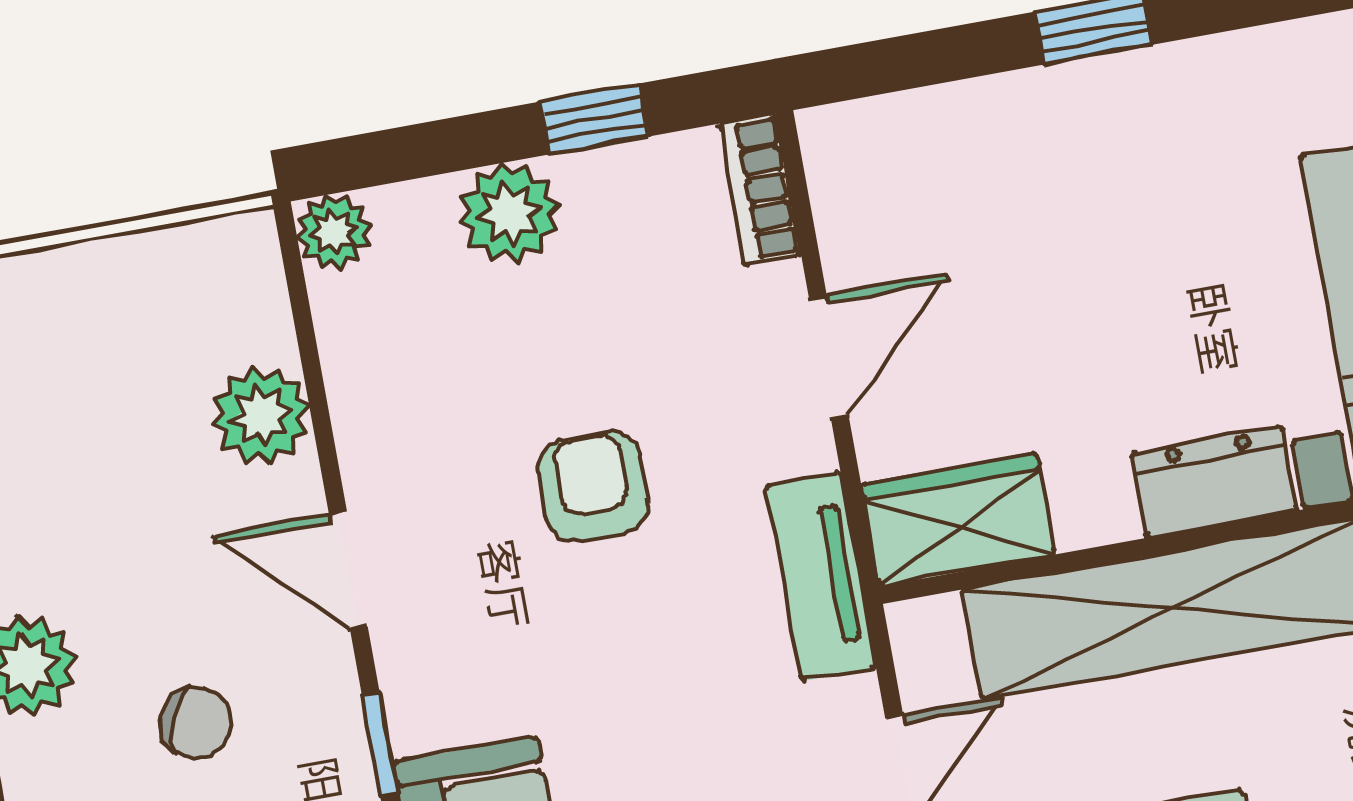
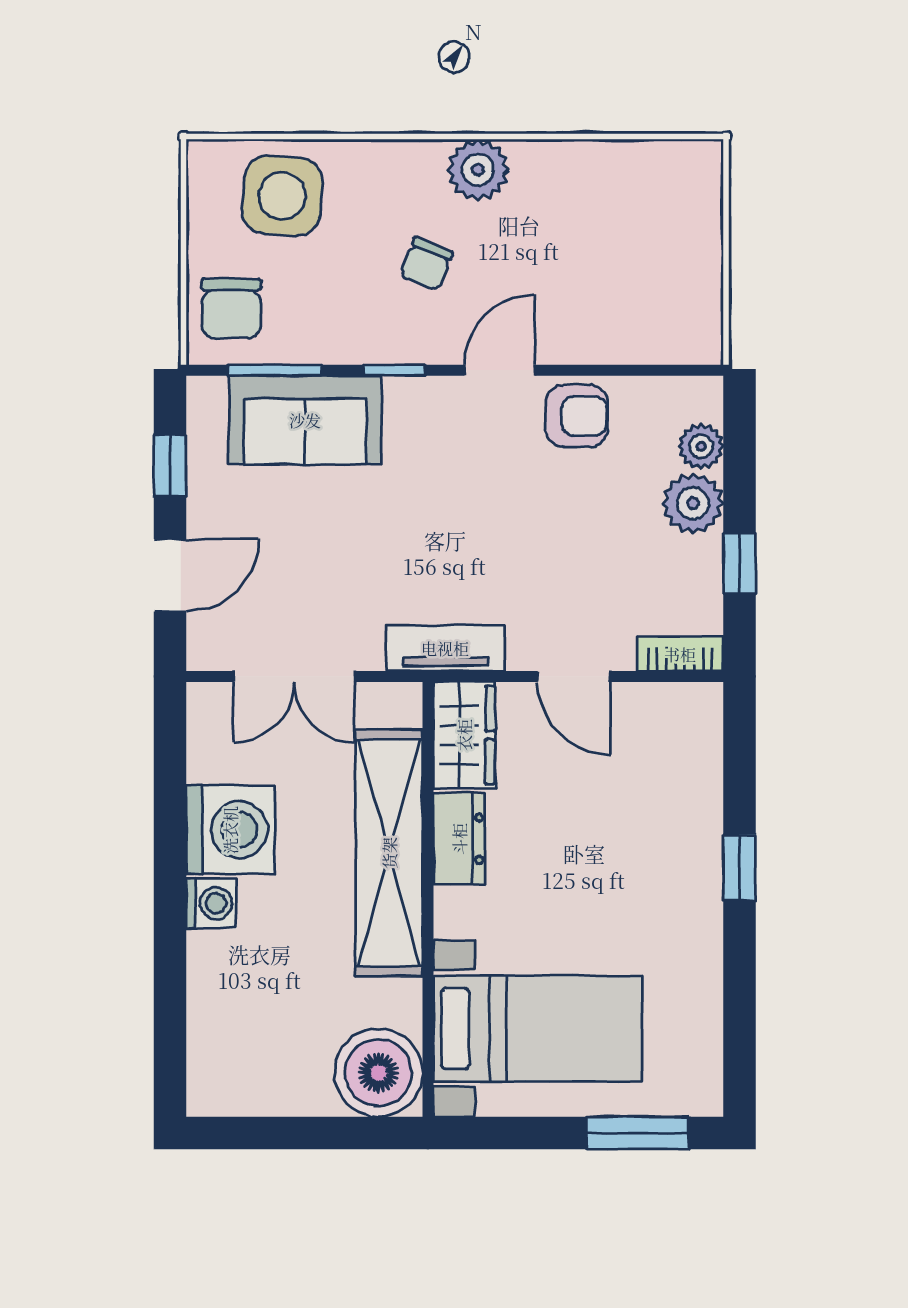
plant: (334, 232) -> (701, 446), moved
plant: (261, 416) -> (600, 335), removed
dresser: (1214, 482) -> (459, 839), moved
armchair: (593, 487) -> (577, 416), moved

